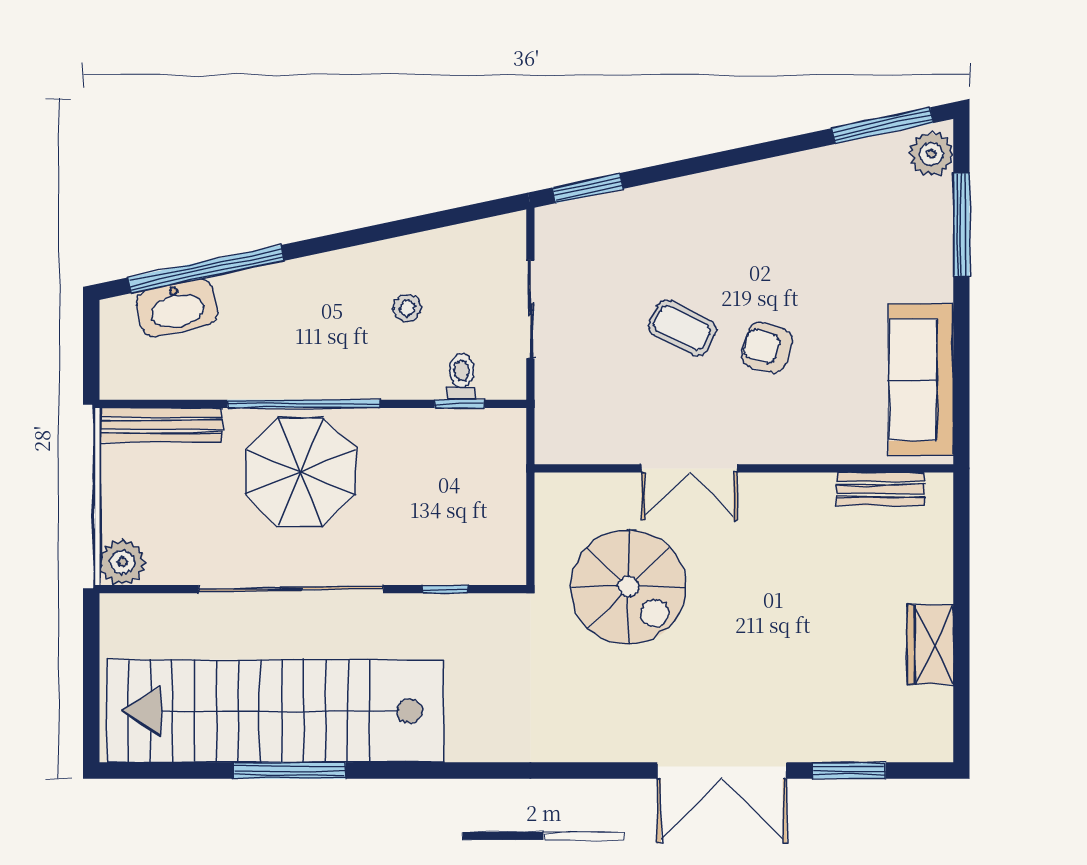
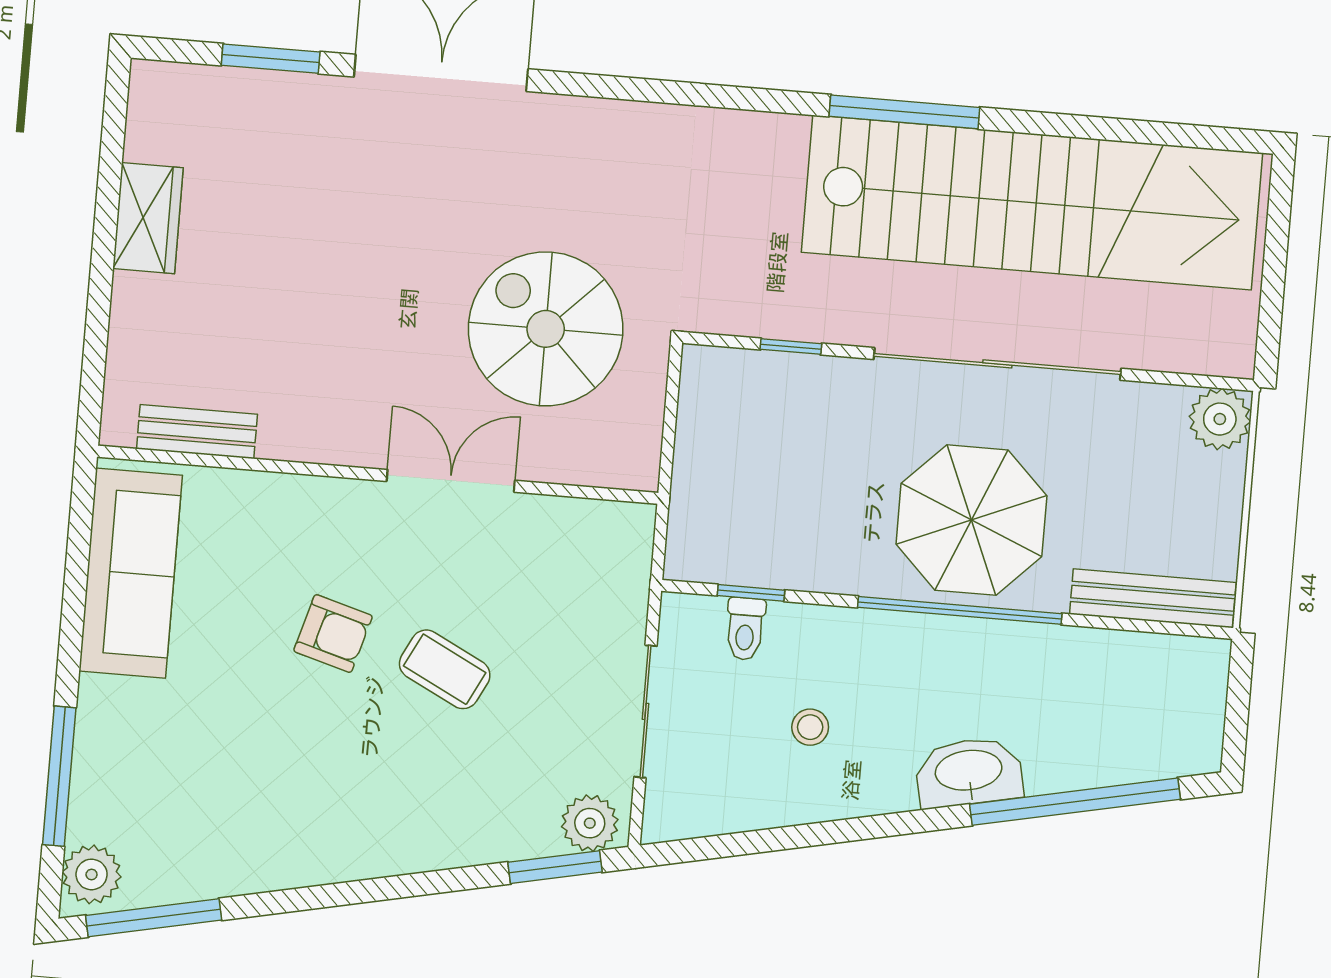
plant: (565, 223) -> (590, 823), added
washbasin: (177, 308) -> (969, 772), moved
window: (290, 770) -> (904, 112), moved

